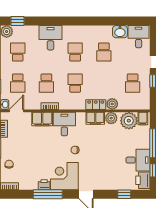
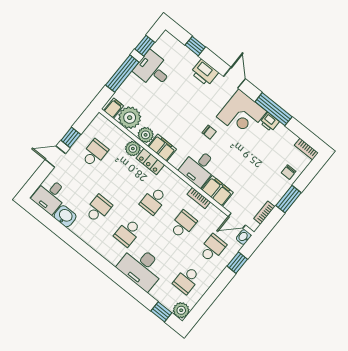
desk: (50, 38) -> (141, 268), width x1.37
printer: (143, 180) -> (205, 73), moved, turned 90

